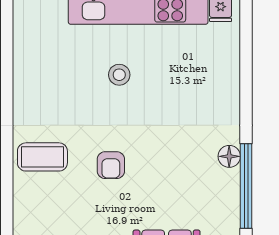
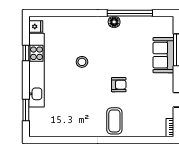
stool: (119, 75) -> (82, 62), moved

